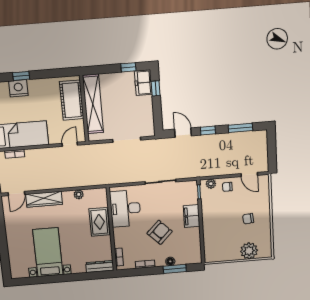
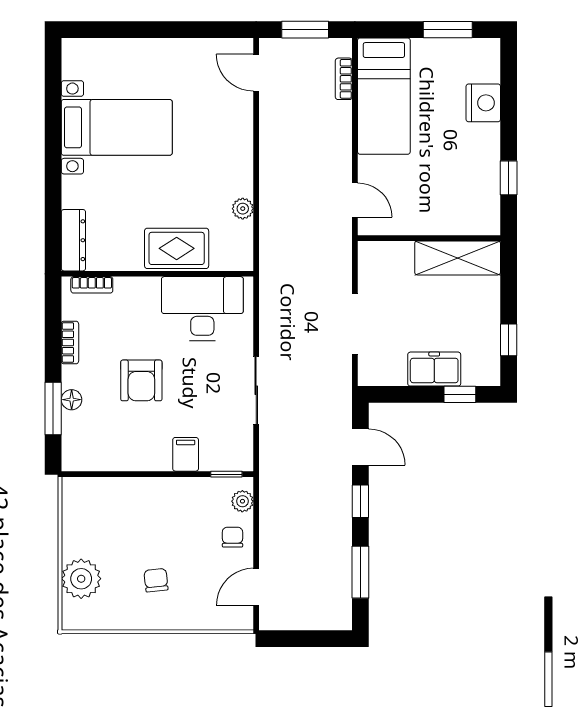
window: (21, 76) -> (509, 178), moved
freezer: (143, 83) -> (434, 369), moved
cot: (72, 100) -> (449, 213), removed
shelving: (93, 104) -> (458, 258), width x0.68
door: (183, 133) -> (360, 447), hinge flipped
wardrobe: (44, 199) -> (238, 132), removed
filing cabinet: (192, 216) -> (186, 454), width x0.50
armchair: (160, 232) -> (141, 380), turned 45

